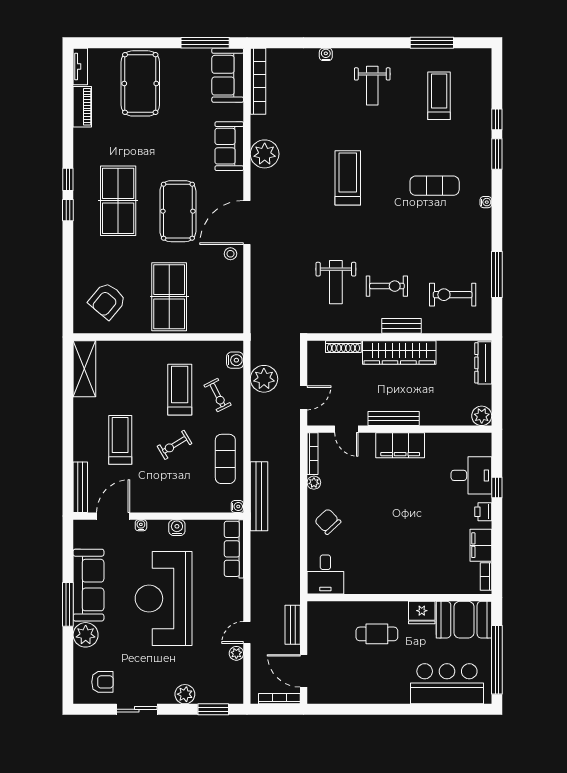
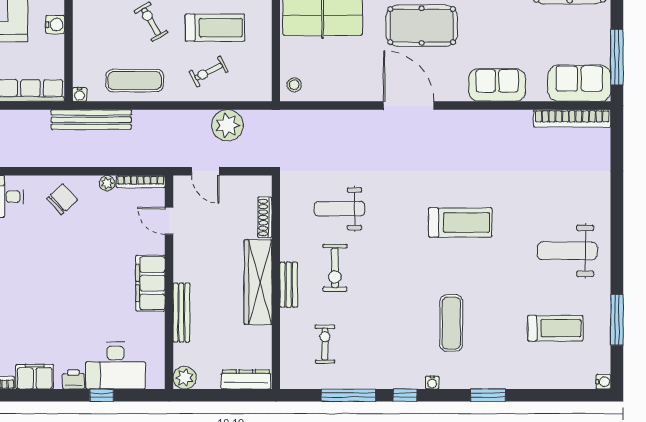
water cooler: (326, 54) -> (603, 382), moved
weight bench: (372, 86) -> (567, 251), width x1.36, depth x1.33
window: (497, 119) -> (405, 395), moved
plant: (265, 154) -> (488, 126), removed
stool: (230, 254) -> (294, 85), moved
exercise bike: (453, 295) -> (325, 344), width x0.73, depth x0.72
water cooler: (235, 360) -> (249, 92), removed
bench: (394, 419) -> (181, 313), moved
door: (346, 429) -> (169, 221), hinge flipped
desk: (471, 475) -> (116, 366), width x1.37

